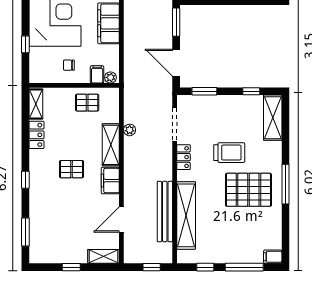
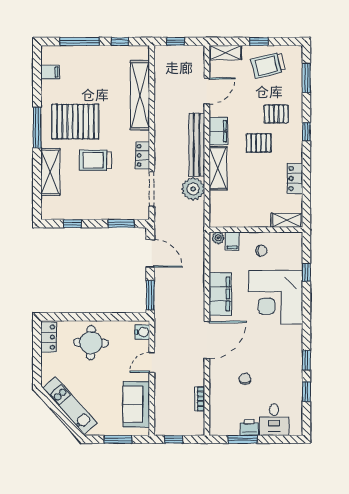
pallet: (87, 103) -> (276, 114), moved
shelving: (36, 104) -> (287, 220), moved, turned 90
shelving: (273, 118) -> (50, 172), moved
plant: (130, 130) -> (193, 189), width x1.87, depth x1.87
bench: (165, 212) -> (197, 145), moved
trolley: (62, 244) -> (268, 65), added
filing cabinet: (273, 257) -> (50, 72), moved

